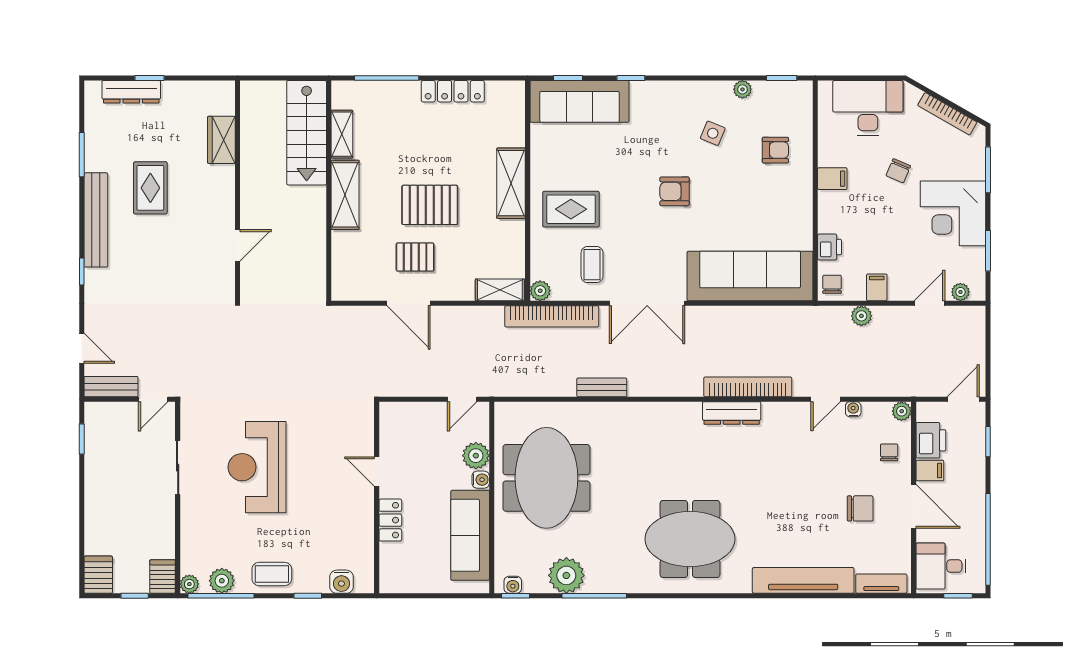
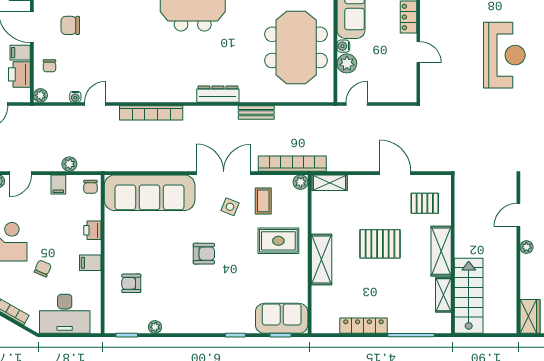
sofa: (580, 101) -> (282, 318), width x0.73
side table: (713, 133) -> (230, 207), moved
wardrobe: (221, 140) -> (530, 316), moved
plant: (226, 200) -> (526, 247), added
printer: (830, 247) -> (92, 230), moved
pallet: (415, 257) -> (425, 203), moved
dresser: (732, 413) -> (218, 94), moved

